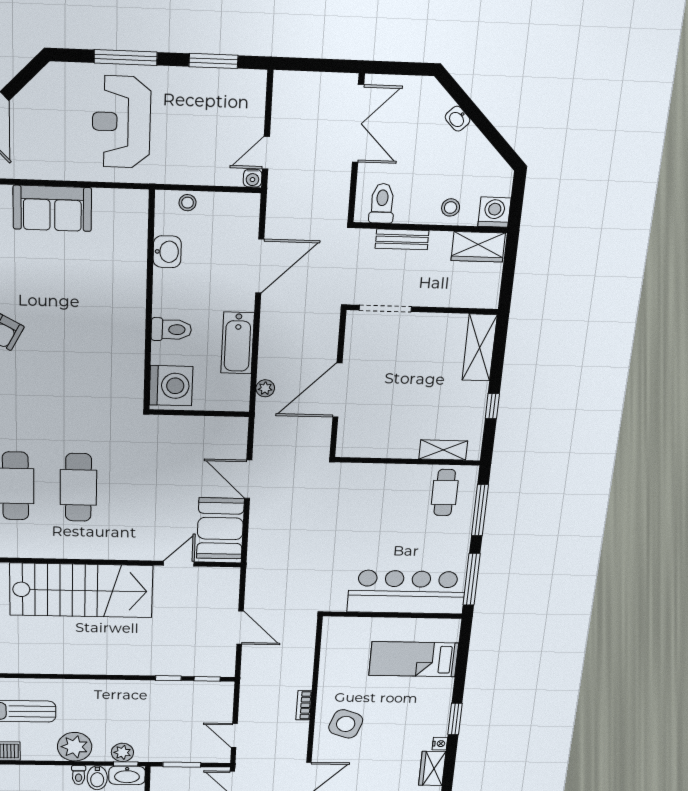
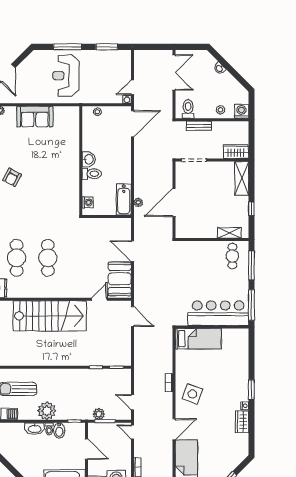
wardrobe: (478, 247) -> (236, 152), moved, turned 180
washbasin: (167, 252) -> (89, 159), moved
door: (260, 266) -> (133, 124), moved
bathtub: (238, 343) -> (124, 199), moved
washing machine: (171, 386) -> (88, 202), width x0.53, depth x0.53
door: (240, 628) -> (133, 317), moved
bed: (414, 659) -> (198, 339), moved, turned 180
plant: (122, 752) -> (99, 414), moved
washbasin: (127, 775) -> (35, 429), moved

